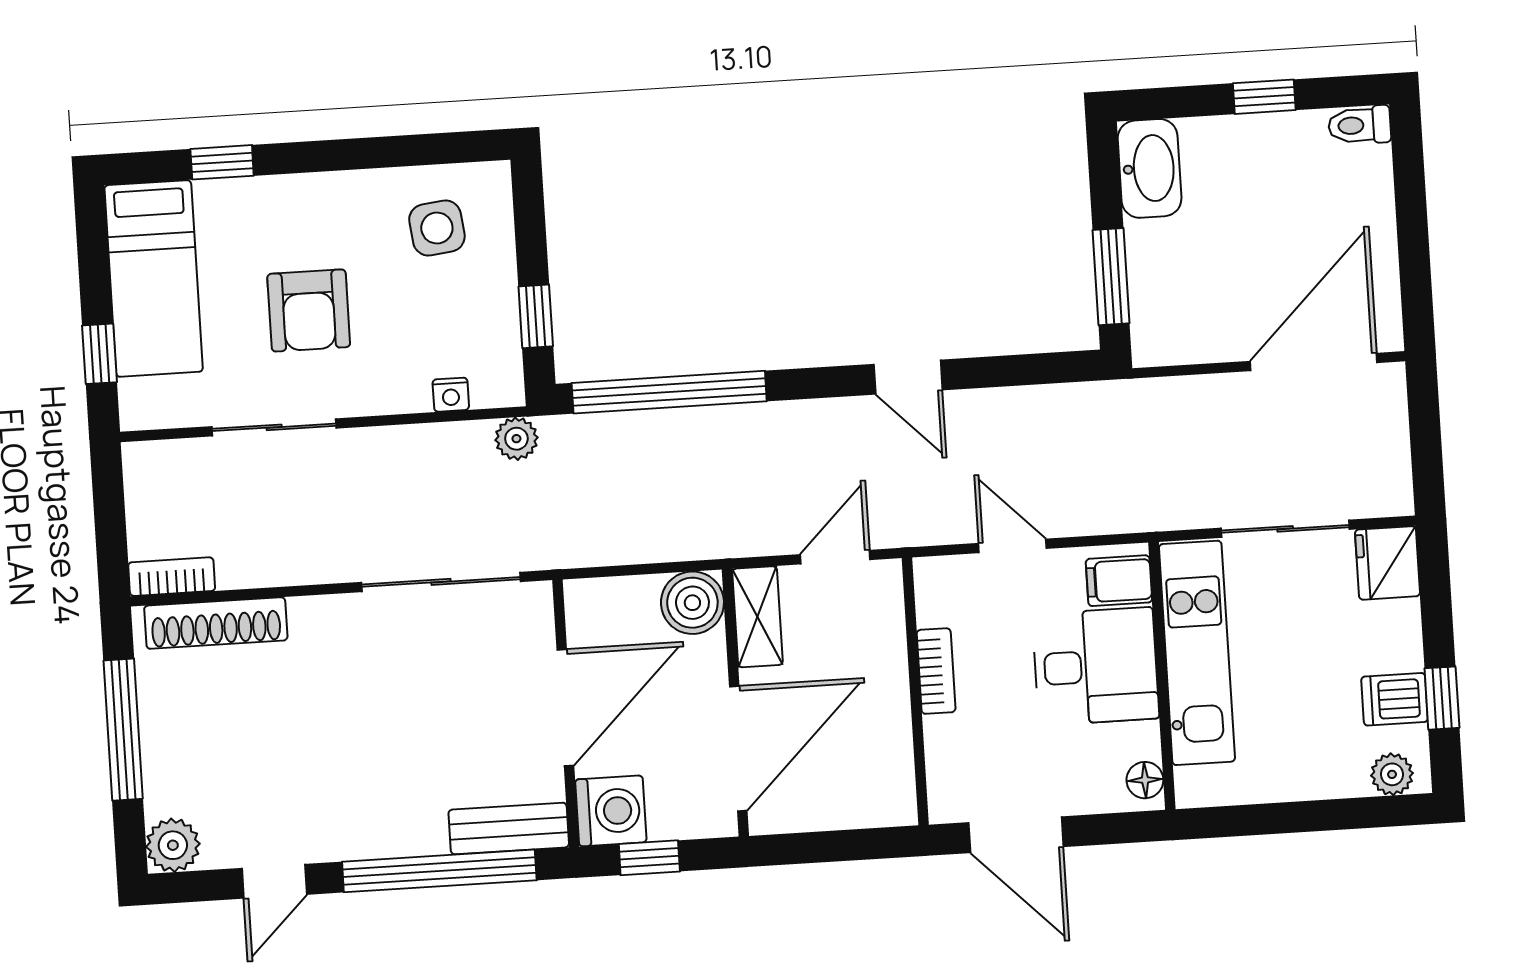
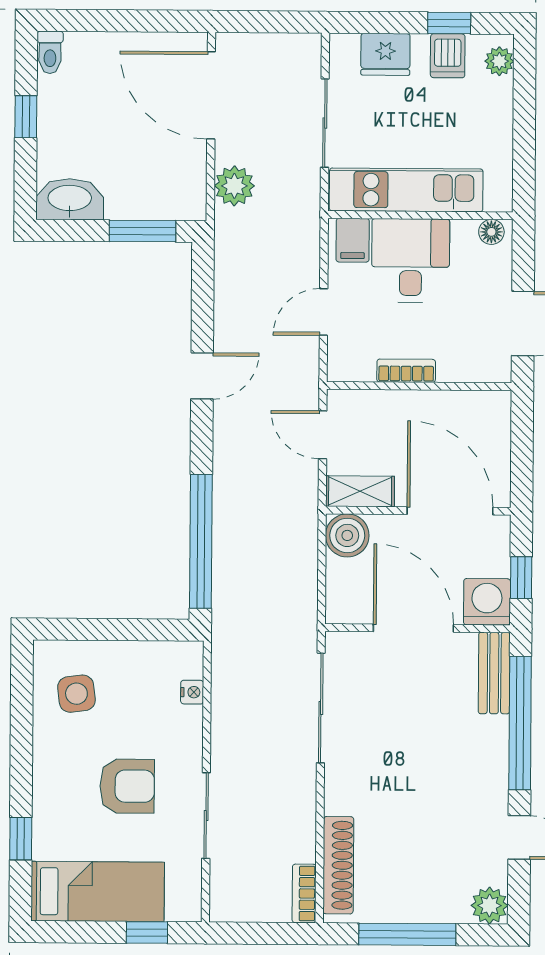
window: (536, 316) -> (142, 630), removed
plant: (516, 439) -> (234, 186), moved, width x1.38, depth x1.38
fridge: (1387, 563) -> (385, 54), moved

